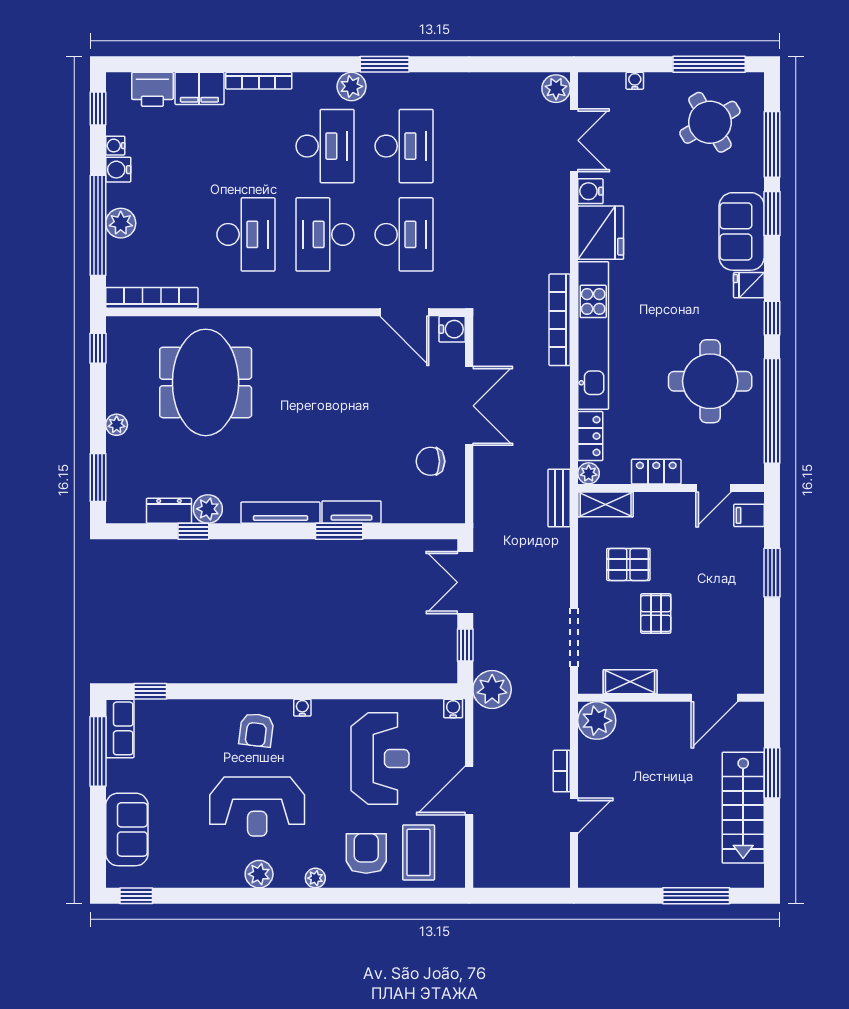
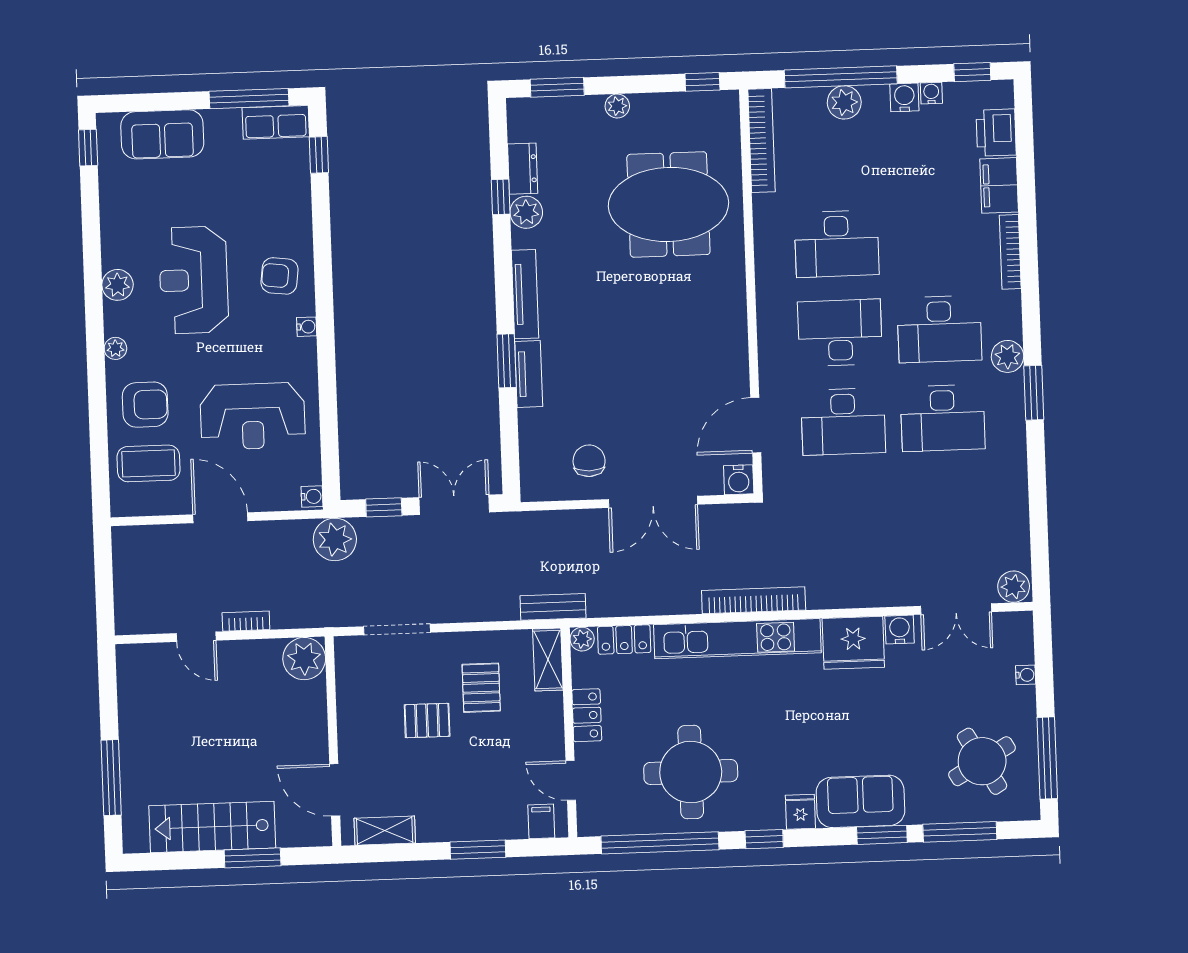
shelving: (630, 682) -> (385, 831), moved, turned 90

